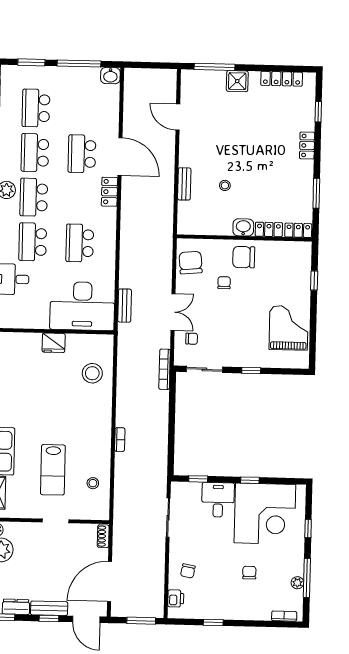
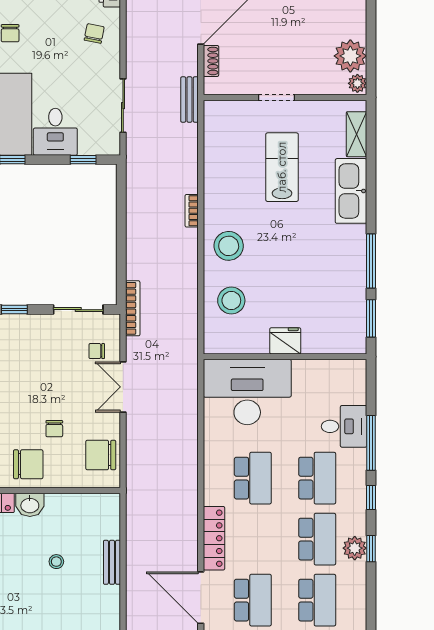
locker: (109, 192) -> (214, 538), width x1.53
chair: (191, 263) -> (101, 455), turned 95
bench: (125, 306) -> (189, 100), moved
stool: (93, 483) -> (229, 246), moved, width x1.89, depth x1.89
shoe rack: (103, 536) -> (211, 61), moved

